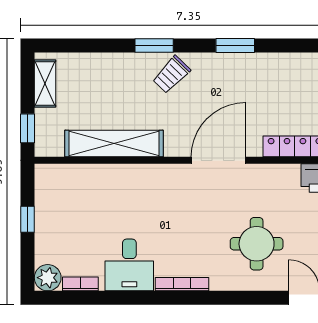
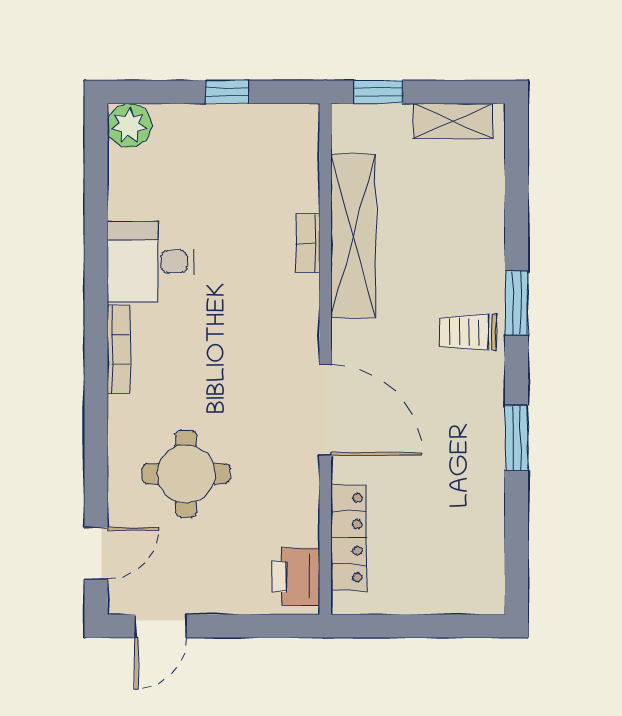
trolley: (171, 75) -> (468, 332), turned -44
bookcase: (80, 284) -> (308, 243), moved, turned 180

